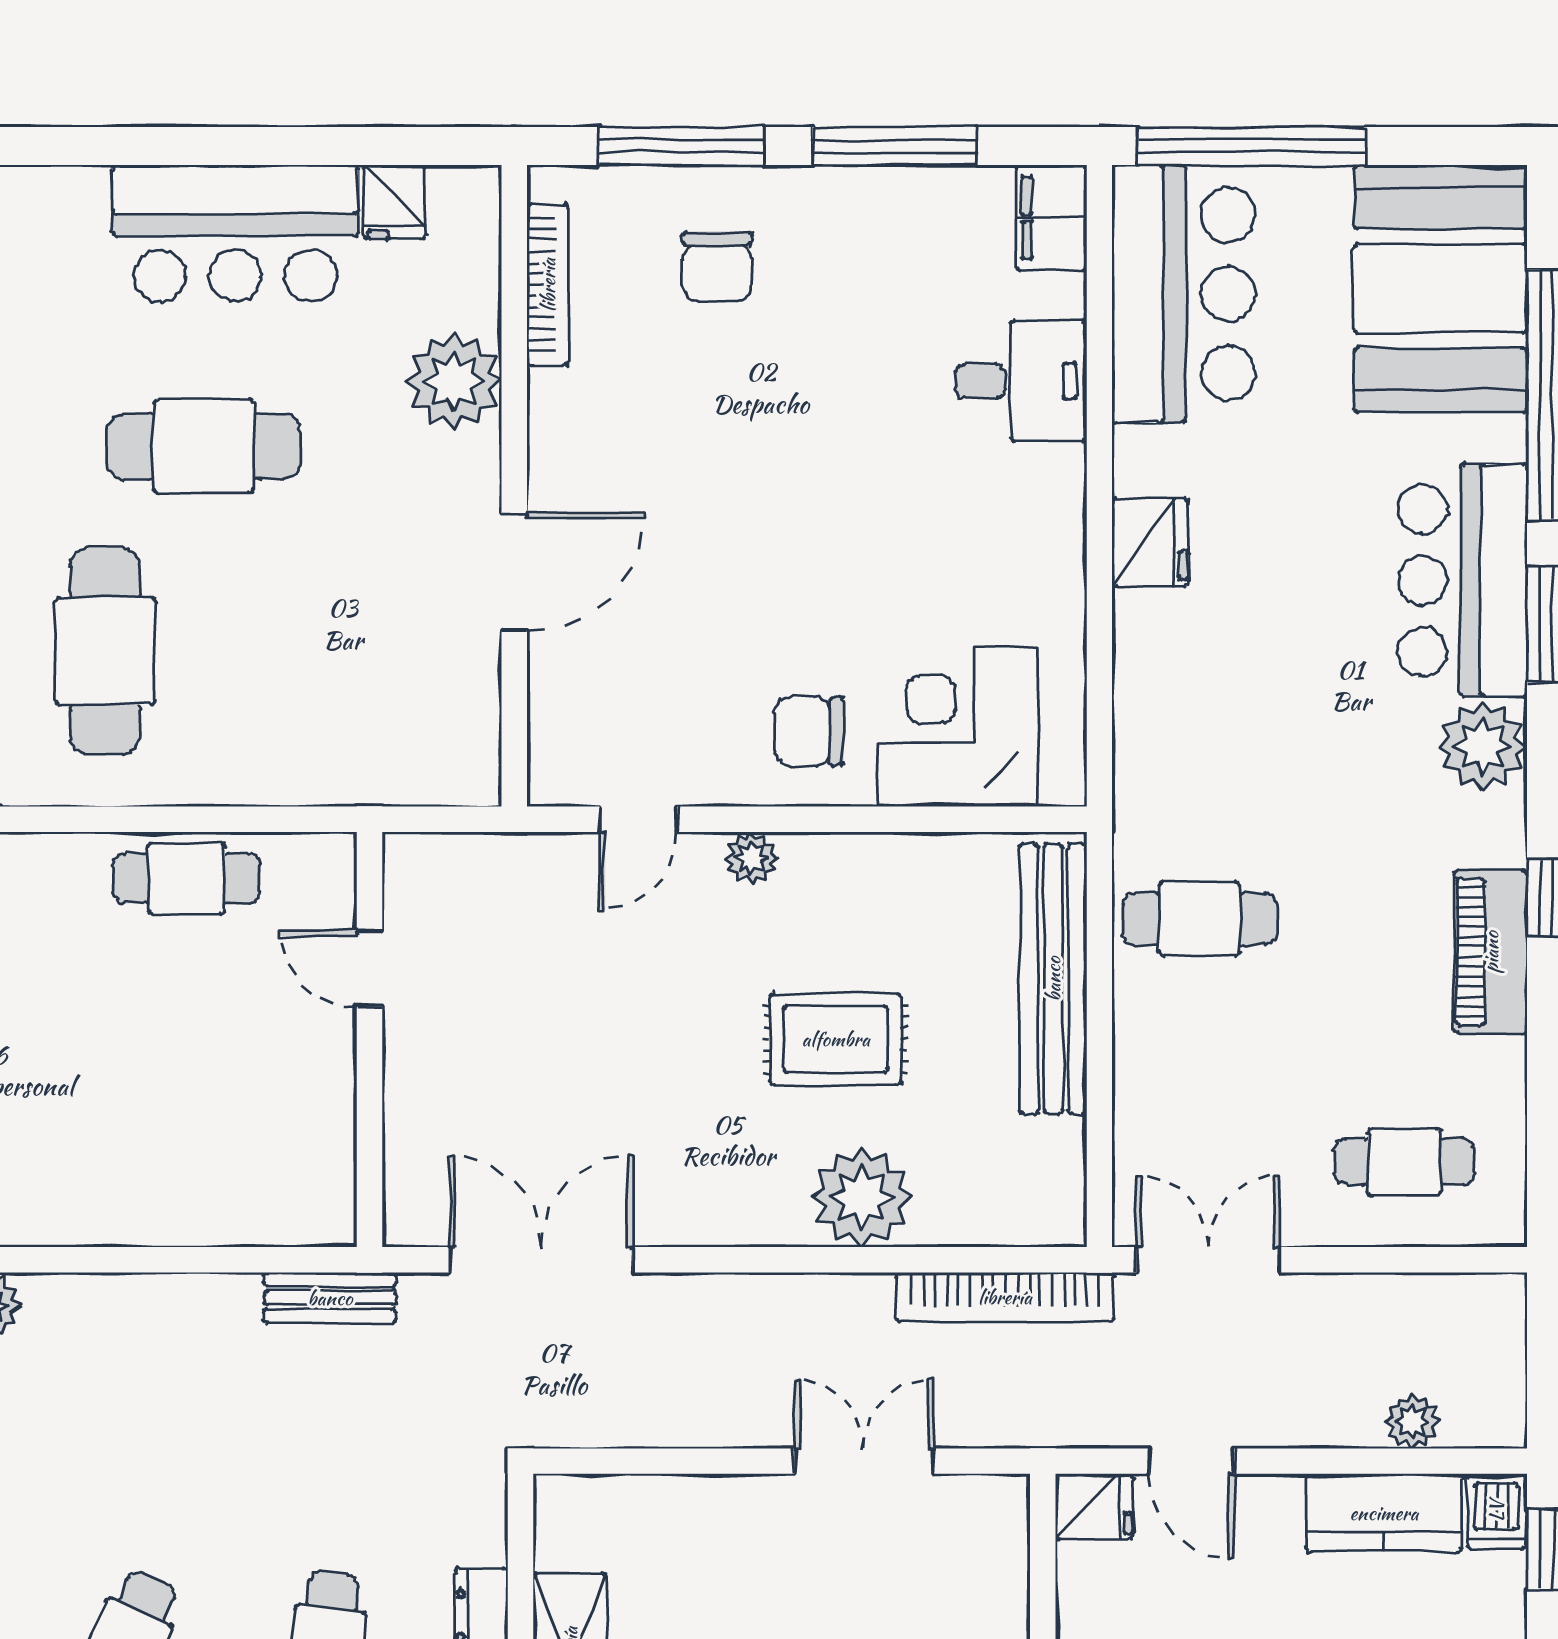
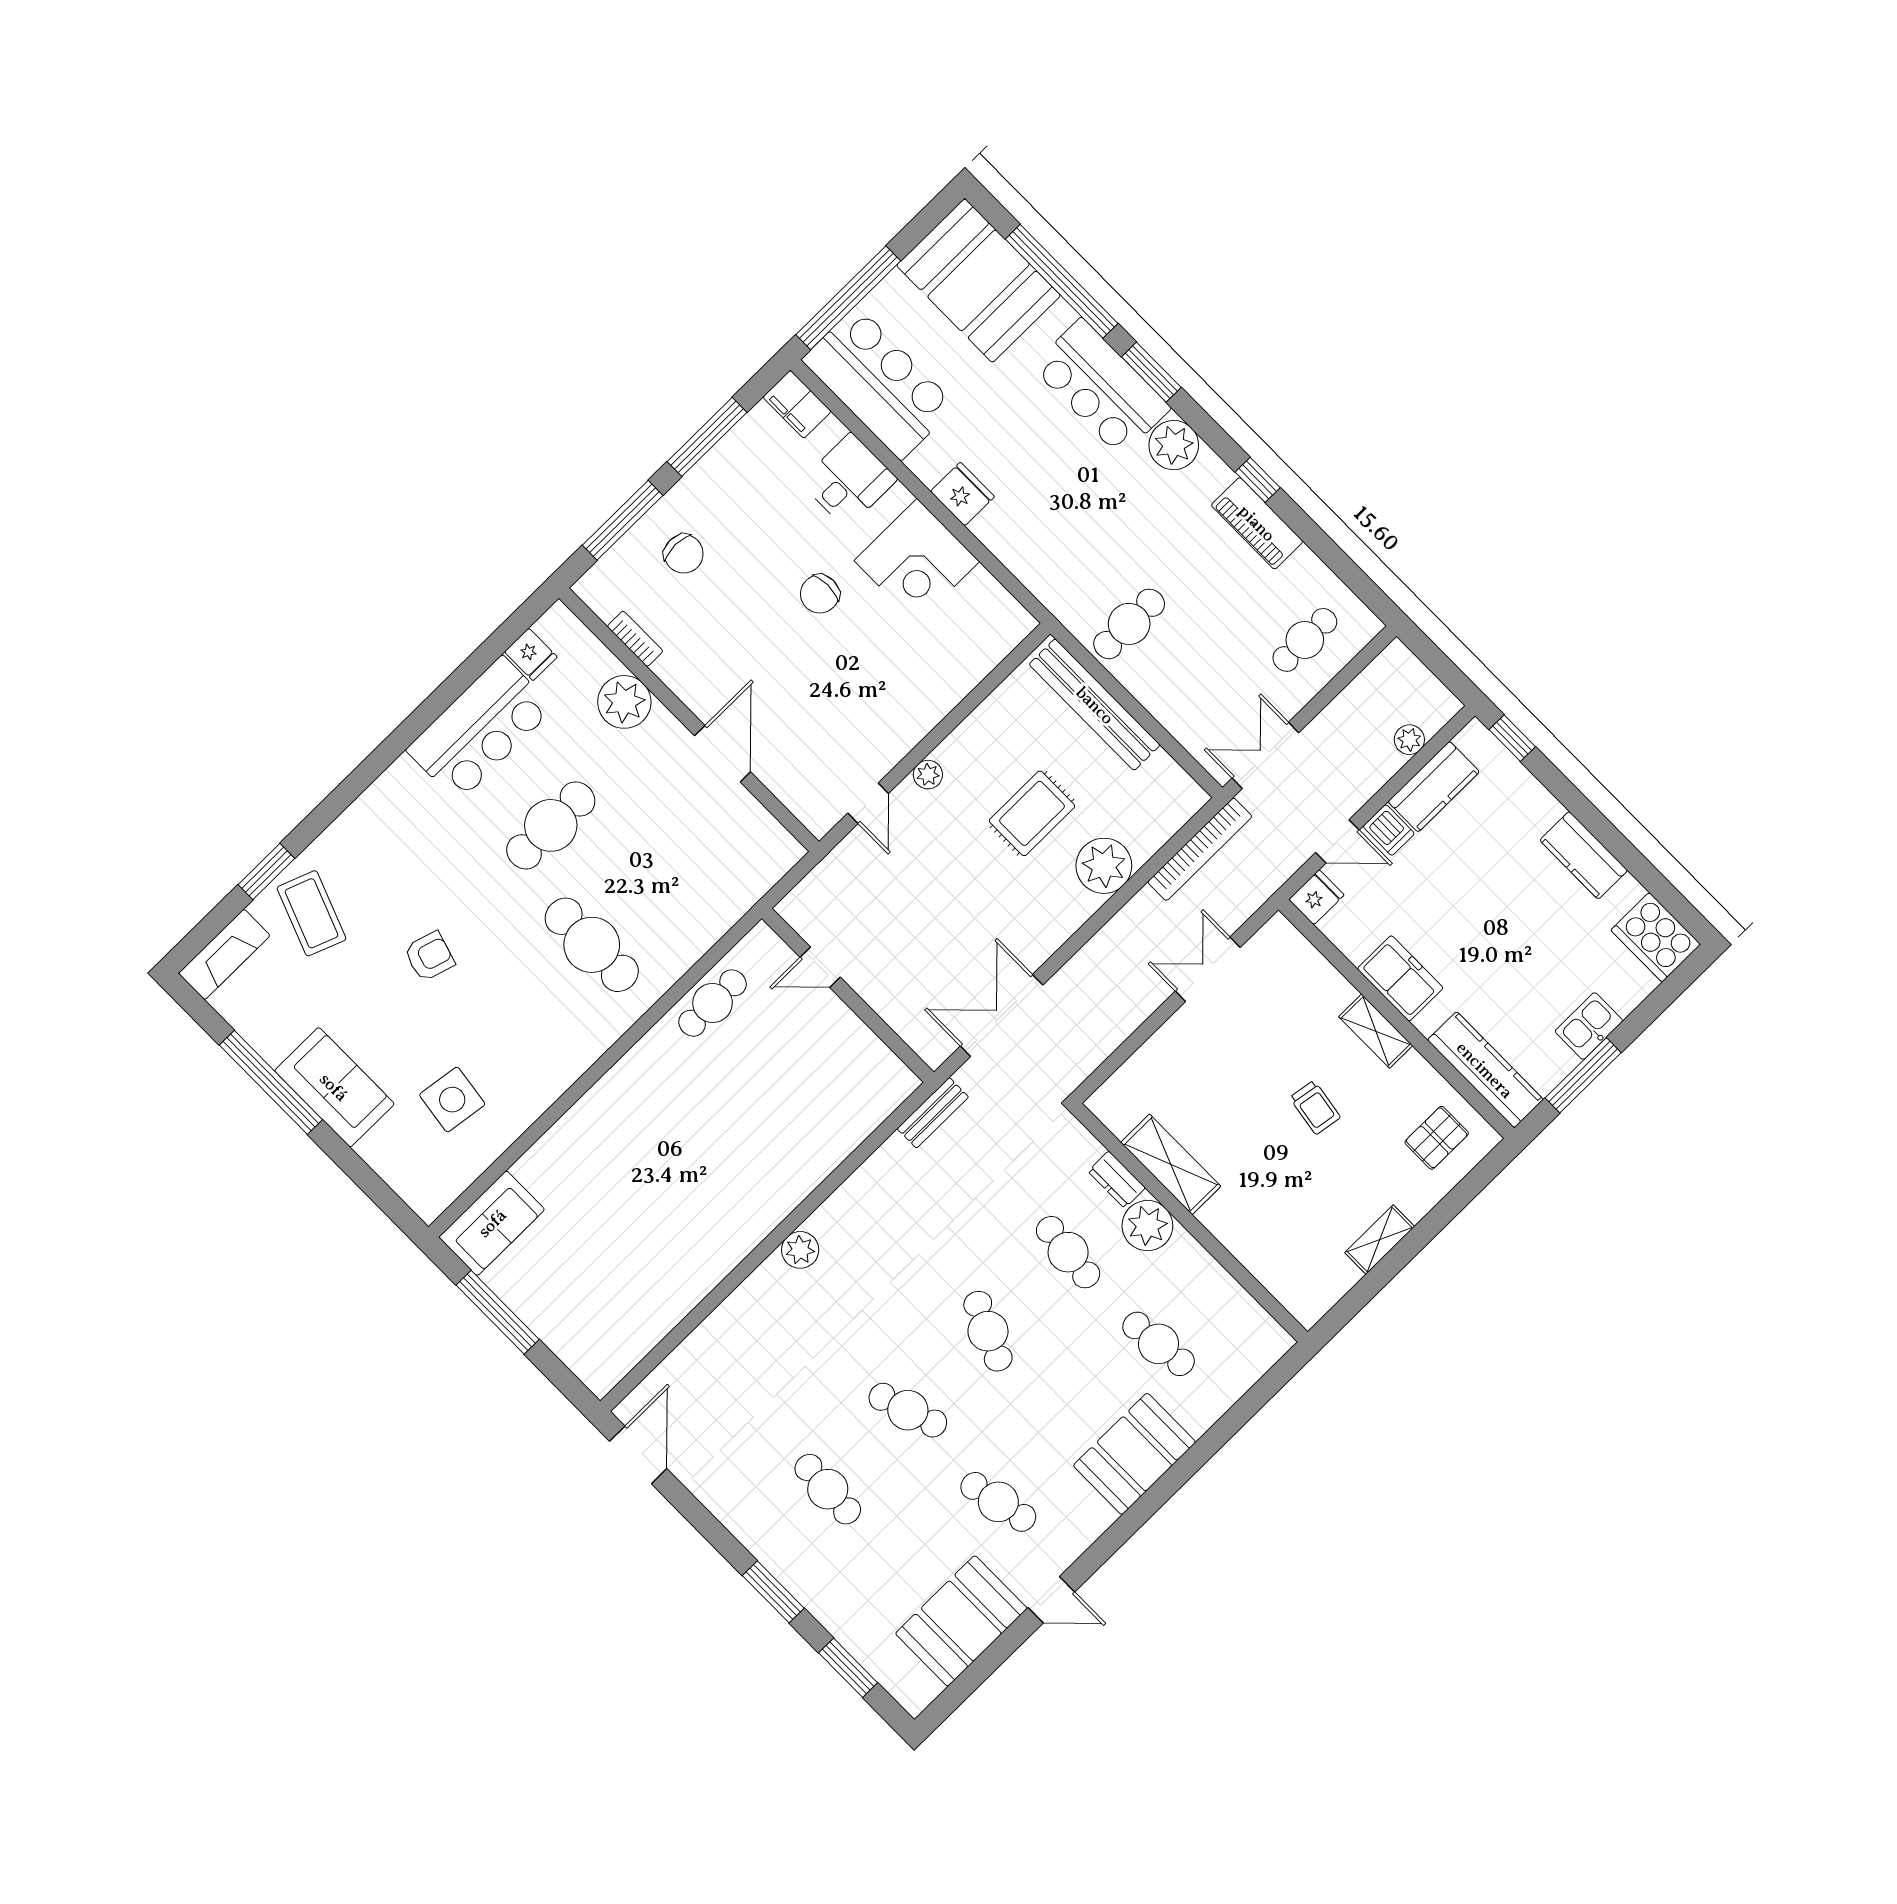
bookcase: (548, 285) -> (635, 639), width x0.64
corner desk: (958, 727) -> (917, 561), moved, turned -90
chair: (809, 732) -> (820, 594), moved
dishwasher: (1496, 1511) -> (1389, 830), moved

